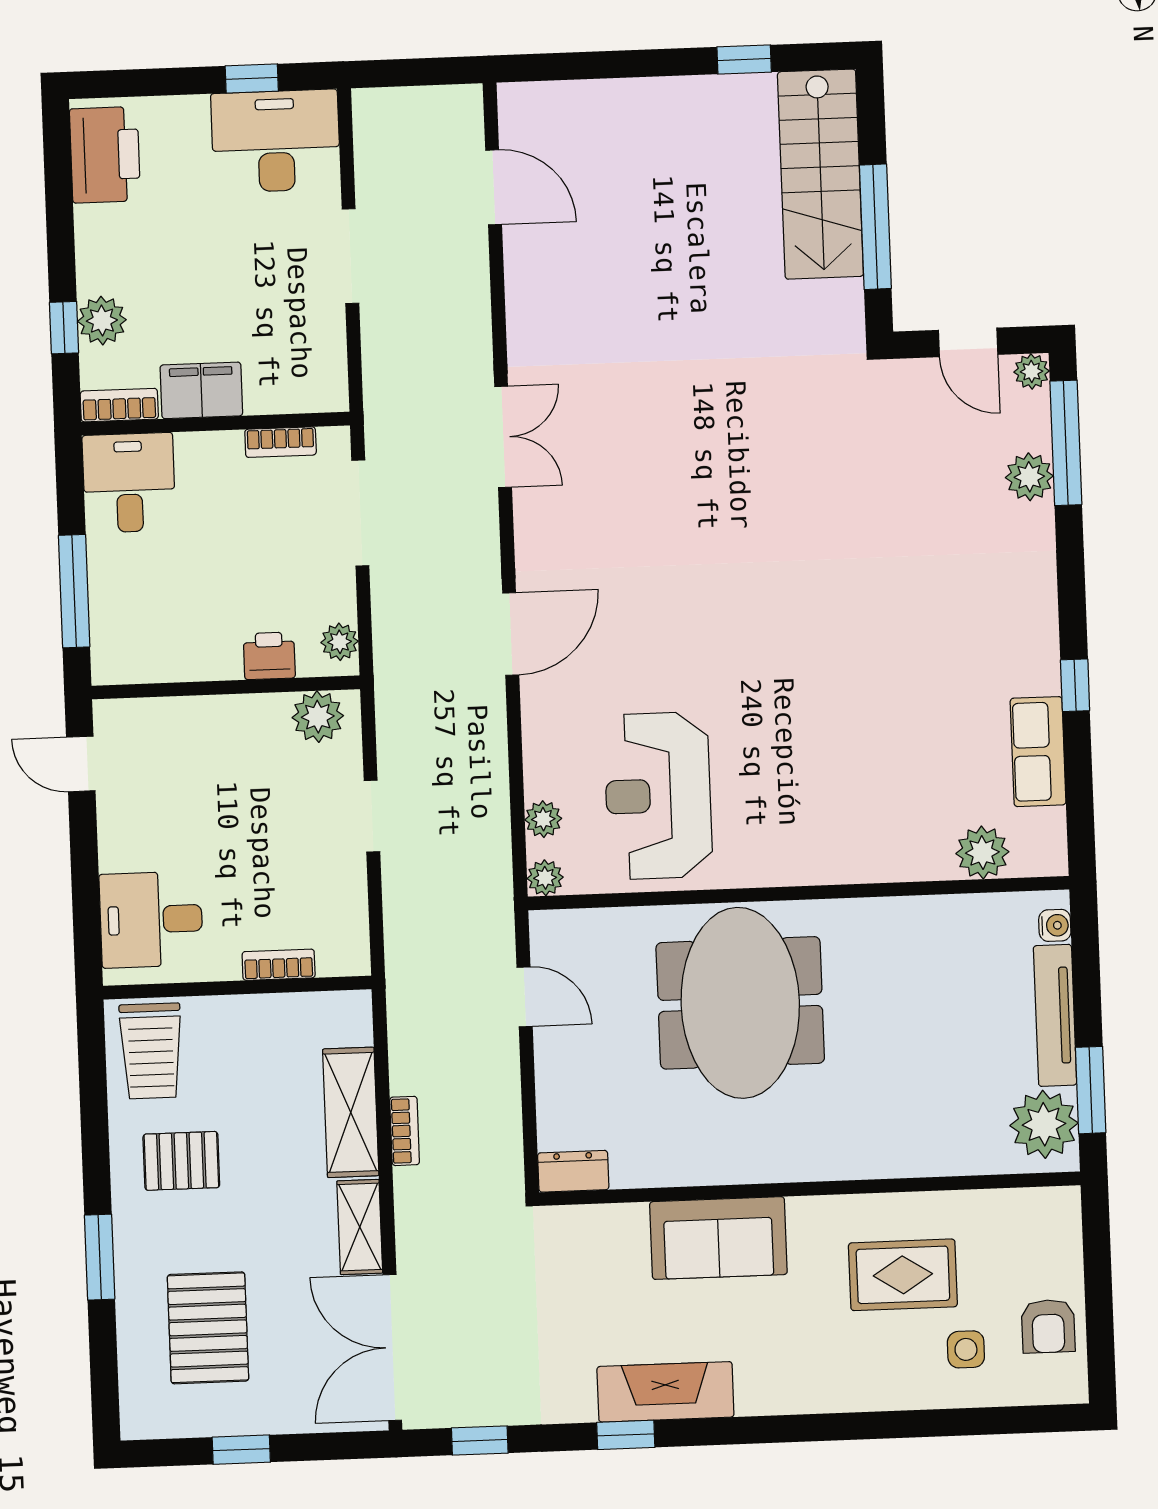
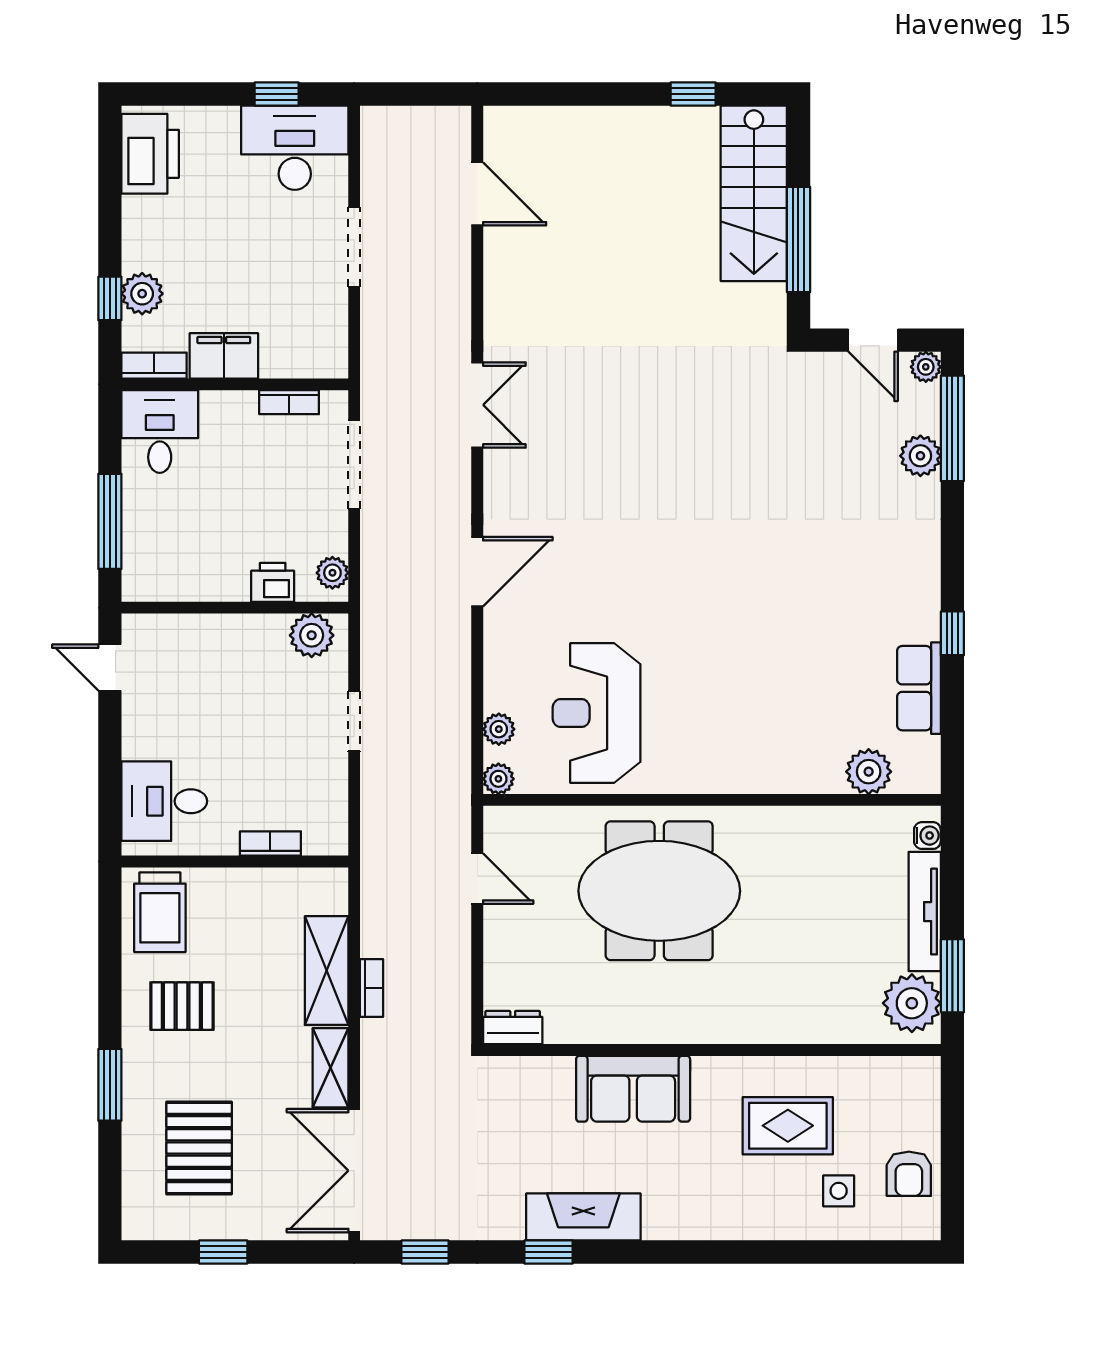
meeting table: (740, 1003) -> (659, 891), turned 90

